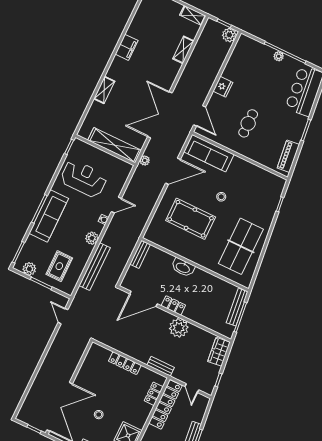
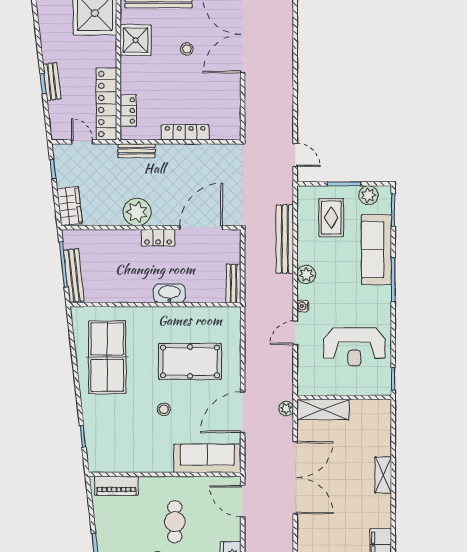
shelving: (115, 145) -> (323, 409), width x0.68
piano: (288, 156) -> (116, 486), moved, turned 96
sofa: (49, 216) -> (376, 250), moved

